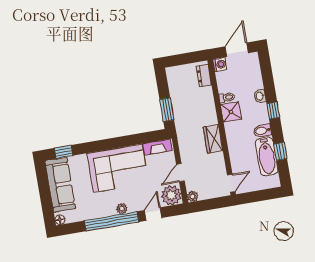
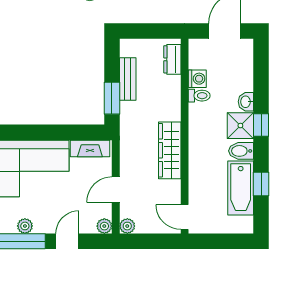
washing machine: (220, 64) -> (197, 79), moved
bench: (175, 94) -> (128, 79), added
shower: (231, 112) -> (240, 126), moved
wardrobe: (213, 139) -> (170, 150), width x1.50
door: (231, 183) -> (185, 217), swing flipped
plant: (171, 195) -> (104, 226), width x0.53, depth x0.53

